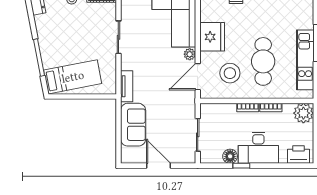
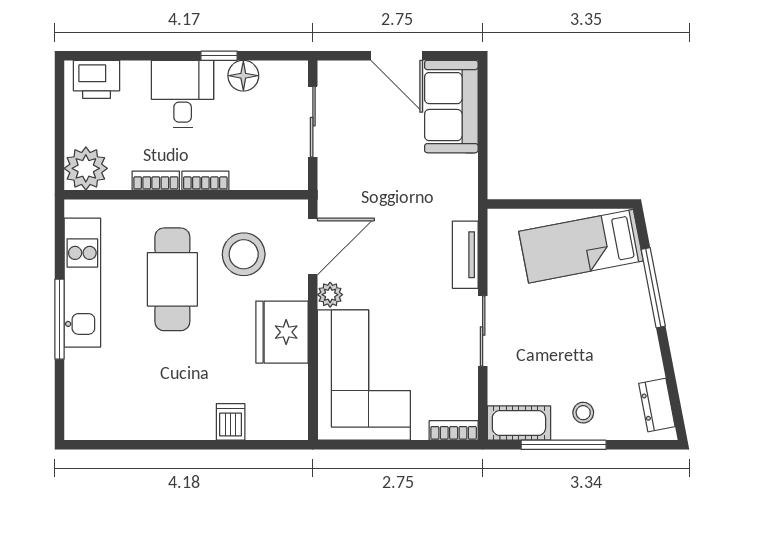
tv unit: (127, 86) -> (465, 255), moved
sofa: (133, 125) -> (451, 107), moved
desk: (258, 148) -> (183, 94), width x0.73

